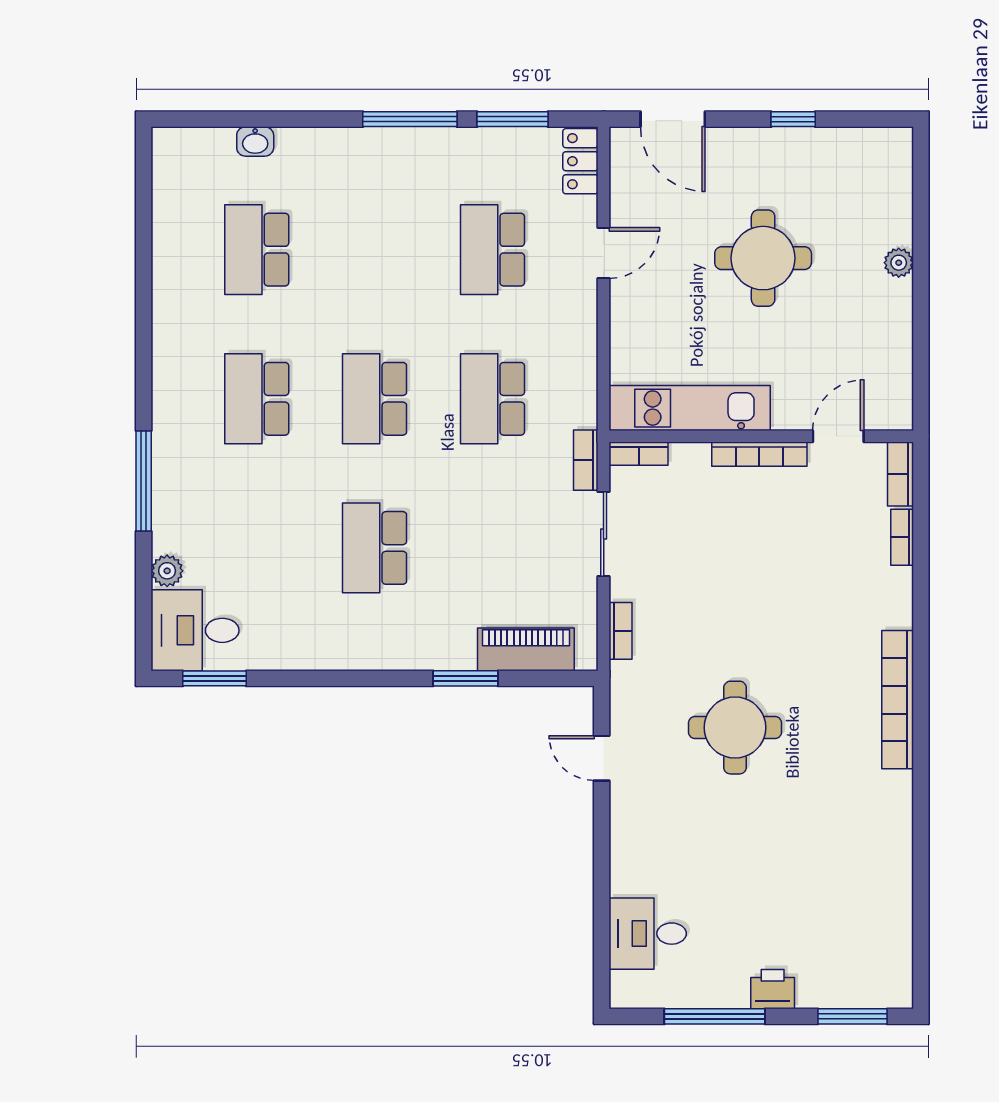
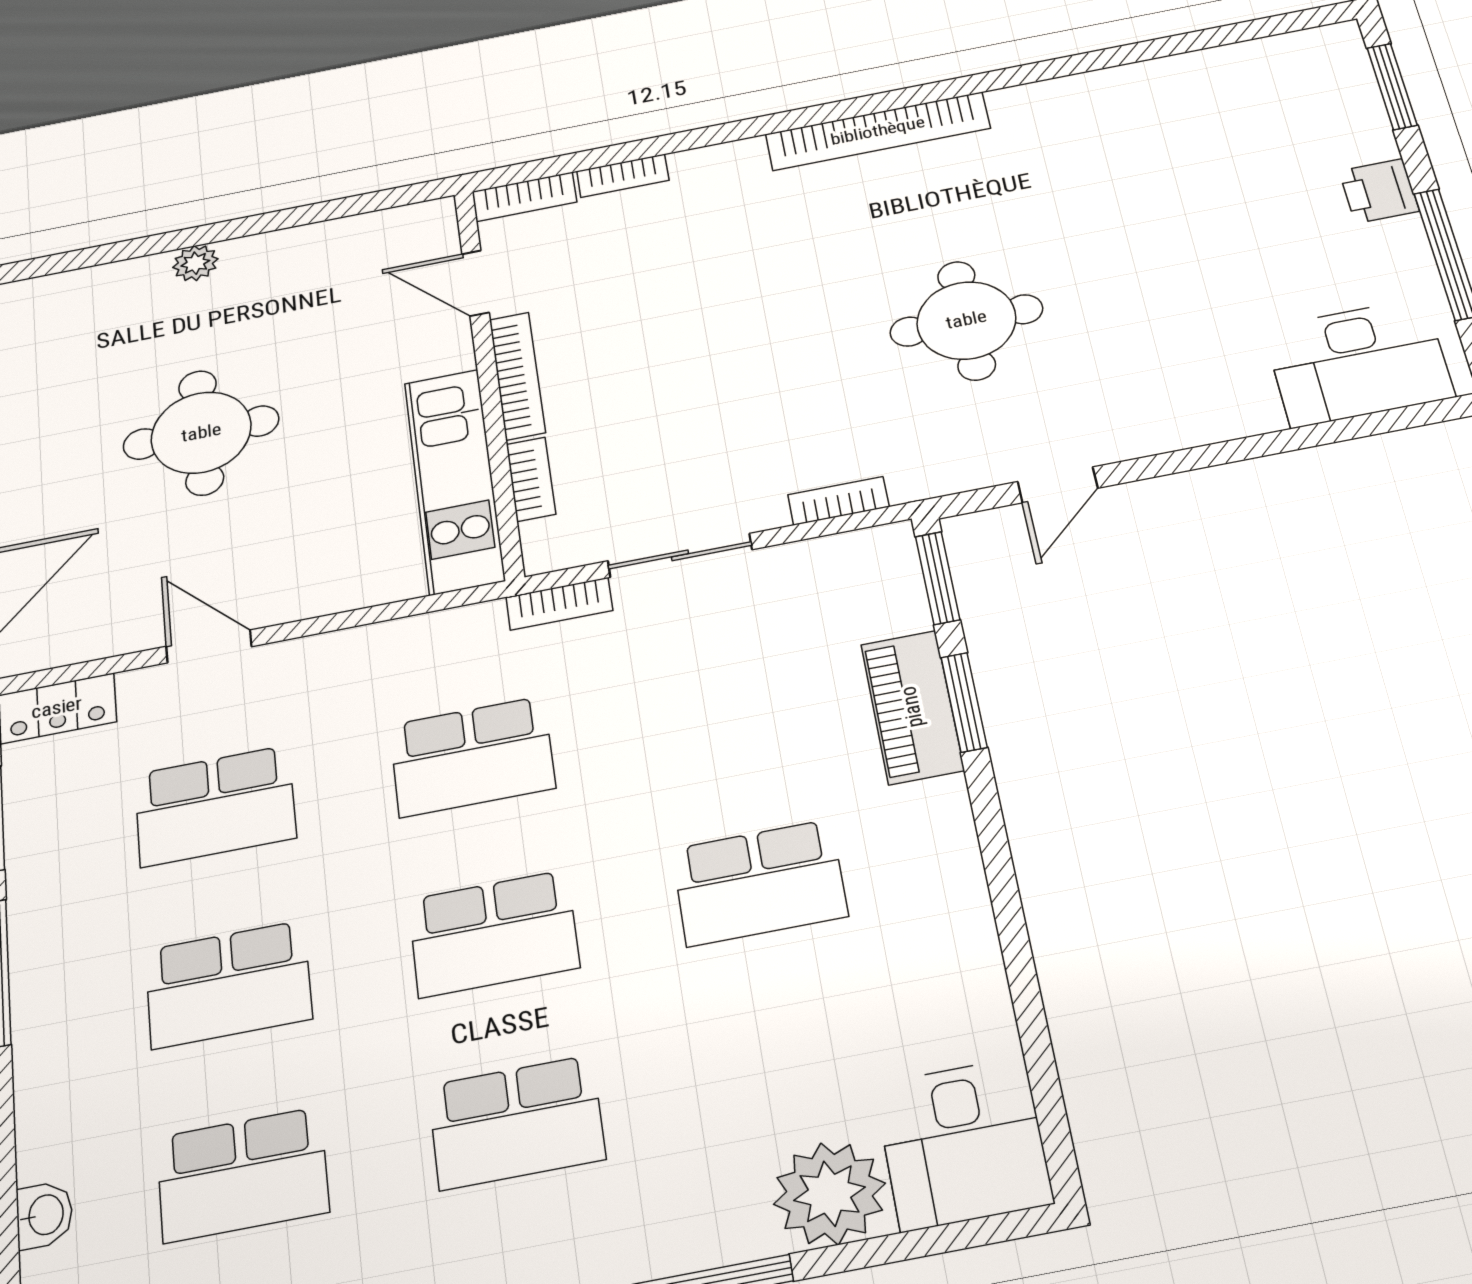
school desk: (375, 250) -> (228, 984), added
bookcase: (639, 454) -> (531, 479), moved
plant: (167, 571) -> (829, 1194), width x1.87, depth x1.87
piano: (526, 649) -> (912, 707), moved
window: (215, 678) -> (938, 578), moved
desk: (648, 934) -> (1358, 362), width x1.37

